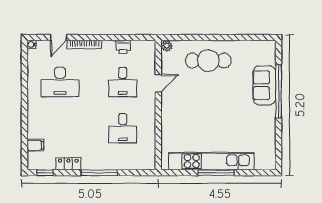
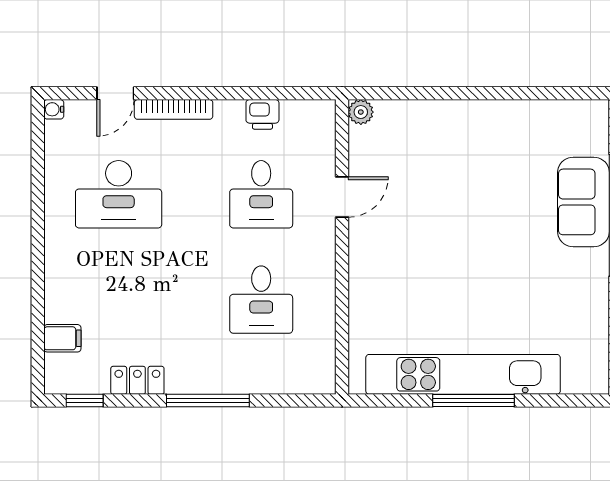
cafe table: (208, 61) -> (456, 146), removed

